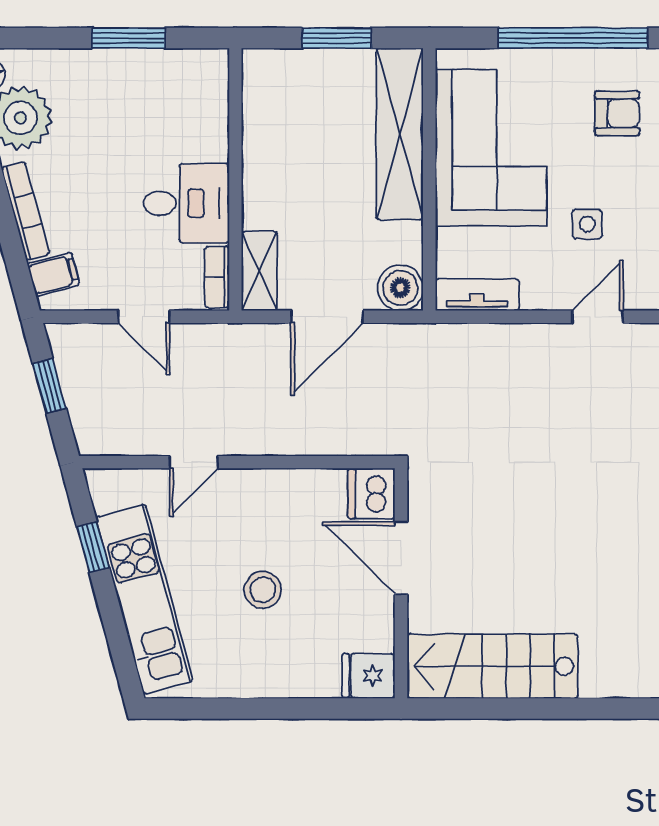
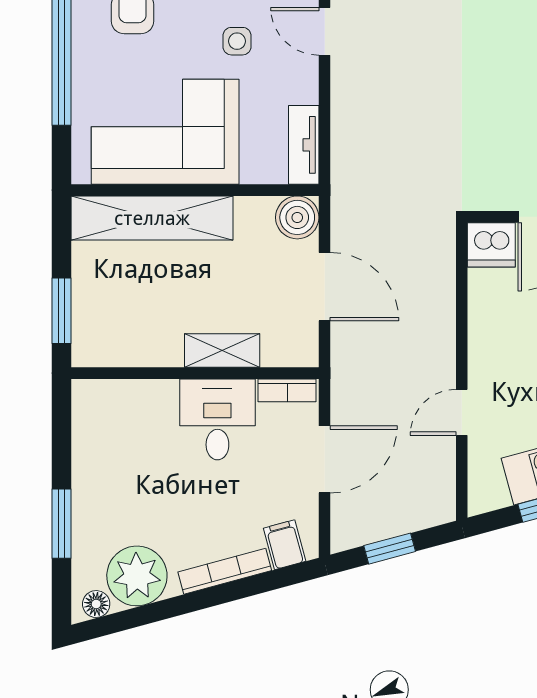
window: (128, 38) -> (62, 524), moved
window: (337, 38) -> (62, 311), moved
shelving: (259, 271) -> (222, 351), moved
door: (144, 317) -> (325, 459), width x1.38
door: (194, 462) -> (462, 412), swing flipped

